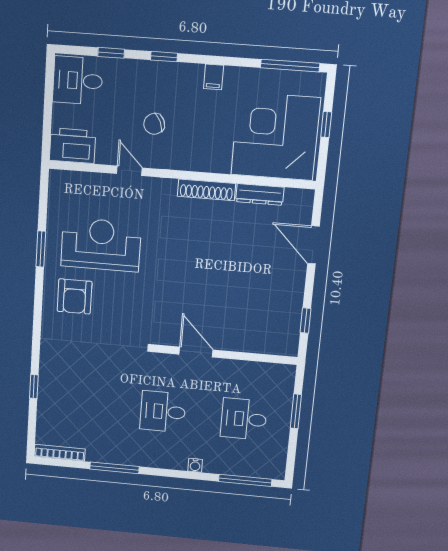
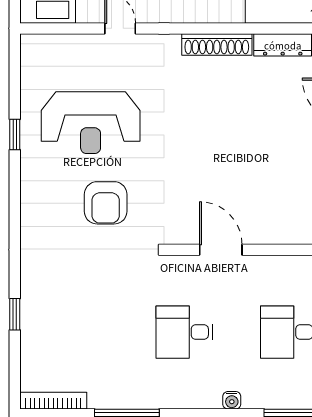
reception desk: (101, 245) -> (91, 123), turned 180
window: (41, 249) -> (15, 135), width x0.67
armchair: (75, 296) -> (106, 203), moved

